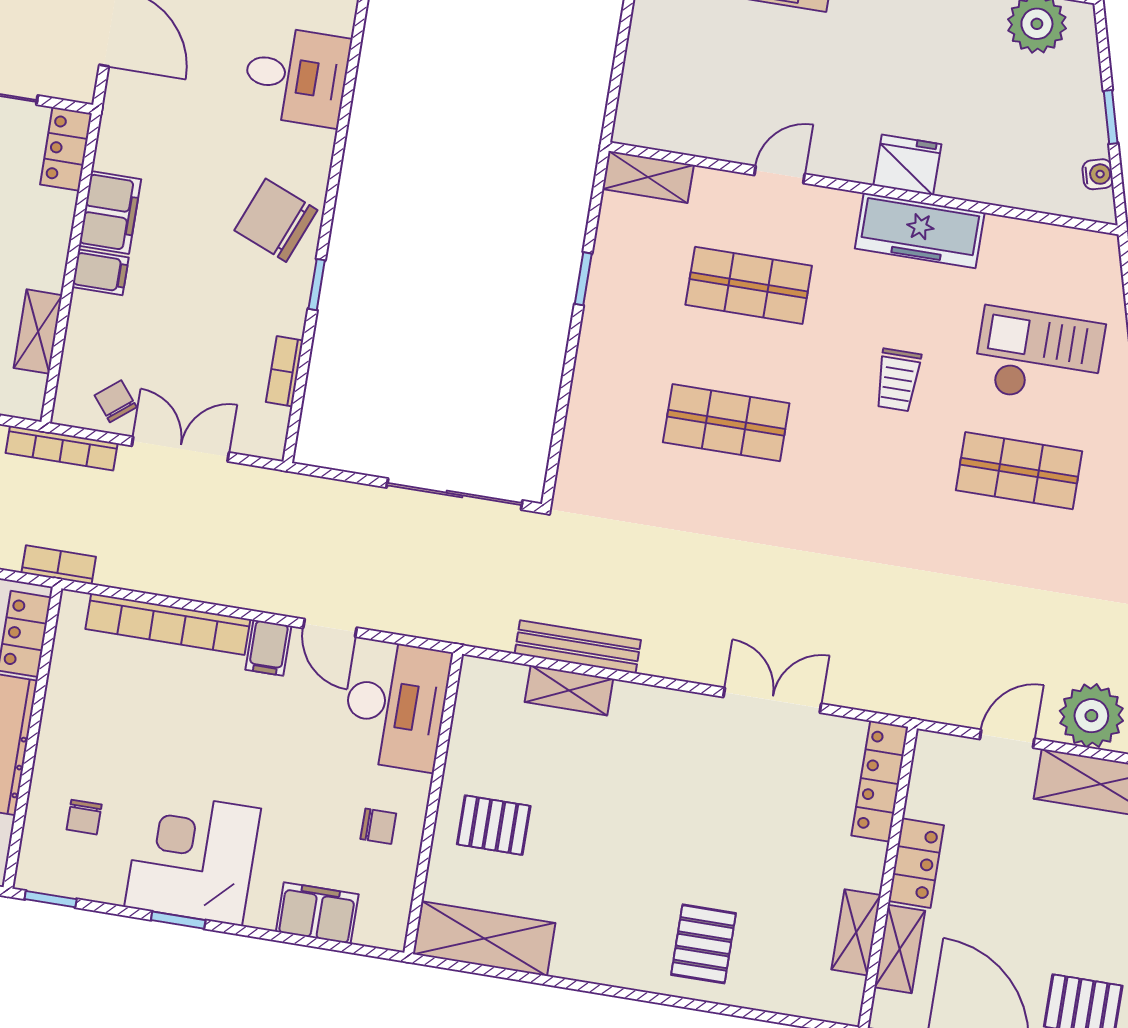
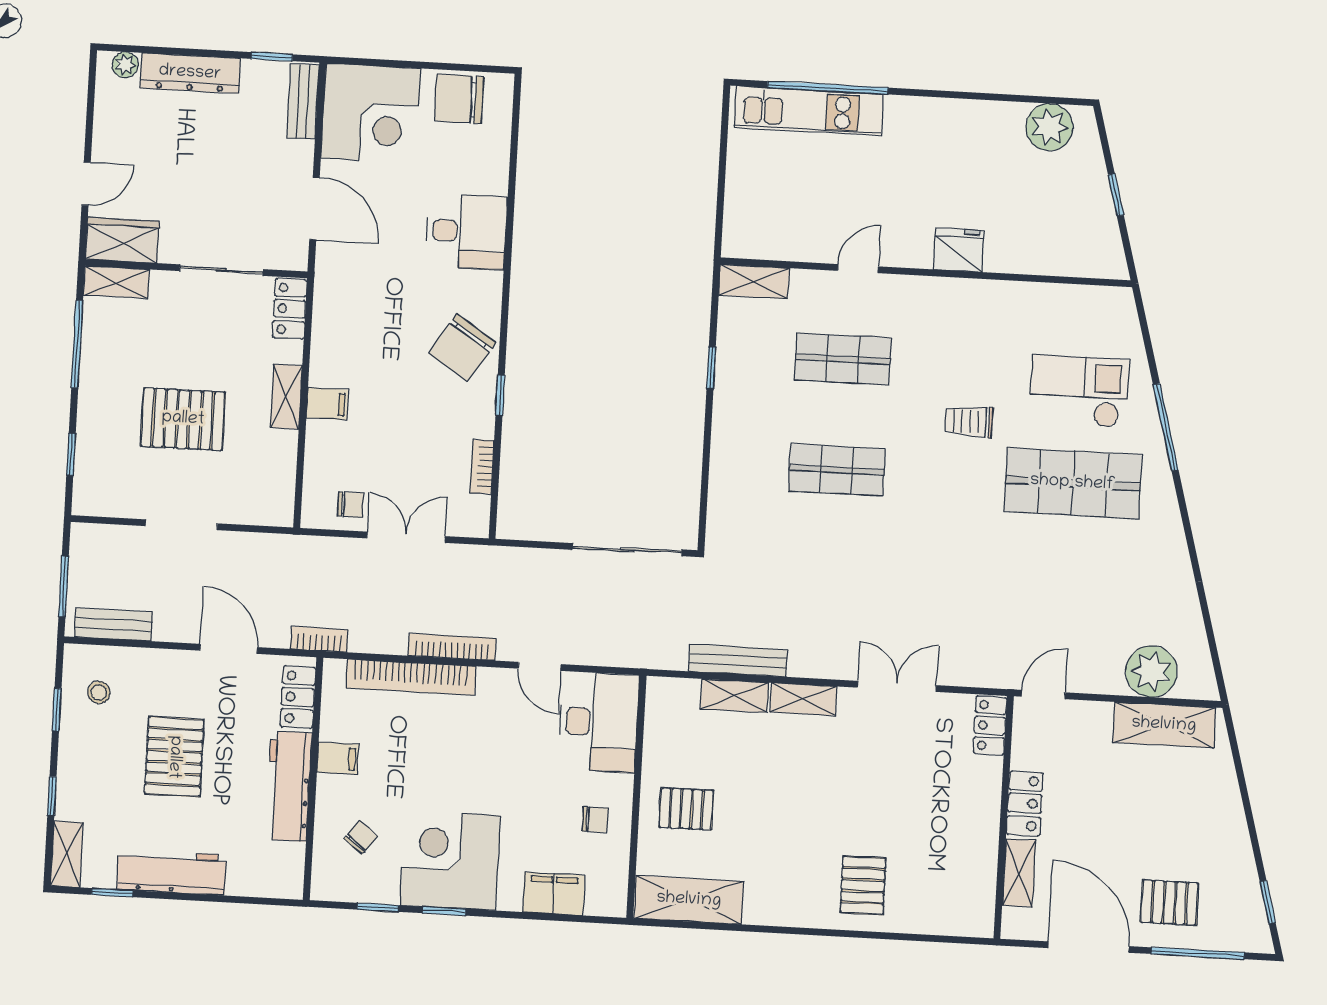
water cooler: (1098, 174) -> (1110, 241), removed
filing cabinet: (110, 213) -> (330, 355), removed
chair: (276, 220) -> (462, 348), turned -79
freezer: (920, 231) -> (974, 301), removed
shelving: (38, 332) -> (286, 397), moved
trolley: (898, 380) -> (969, 422), turned 90
chair: (116, 401) -> (350, 505), turned 129
bookcase: (62, 448) -> (452, 647), moved, turned 180
shop shelf: (1019, 471) -> (1073, 483), width x1.43, depth x1.36
filing cabinet: (268, 648) -> (338, 758), moved, turned -90
door: (1007, 739) -> (1043, 695), moved
locker: (880, 781) -> (990, 725), width x0.66
chair: (84, 817) -> (361, 837), turned -142
window: (51, 899) -> (378, 907), moved
shelving: (856, 932) -> (803, 699), moved, turned 90

